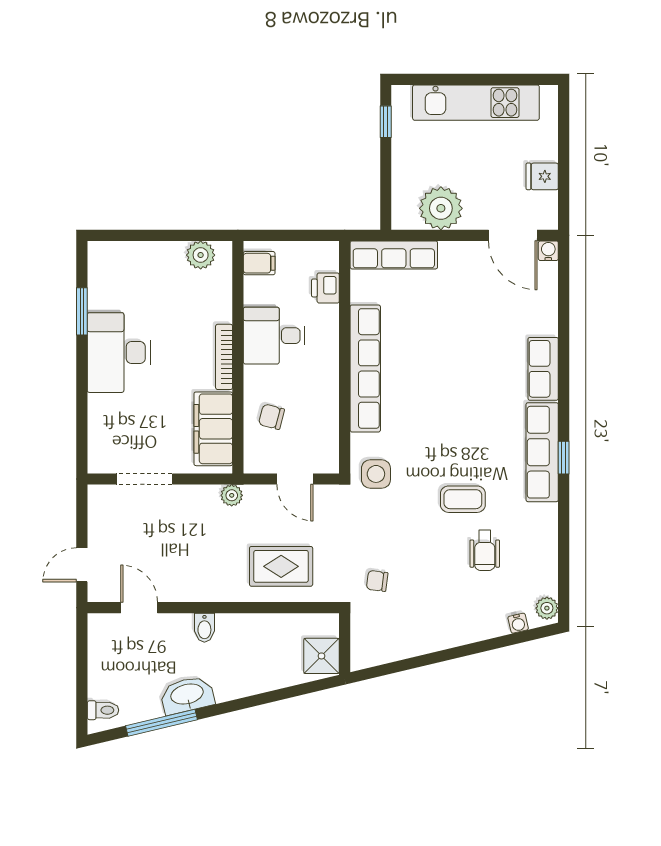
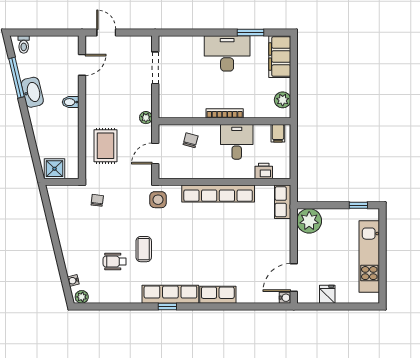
plant: (441, 208) -> (309, 221), moved
row of seats: (394, 255) -> (283, 202), width x0.68
filing cabinet: (213, 429) -> (280, 57), moved, turned -90

